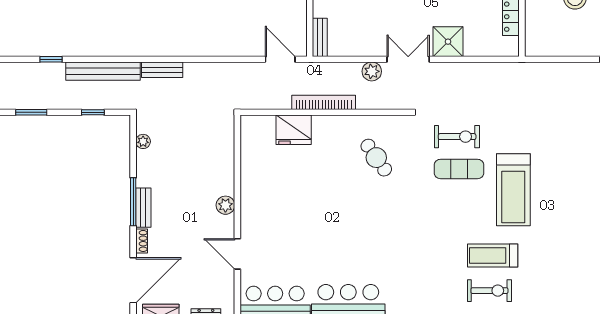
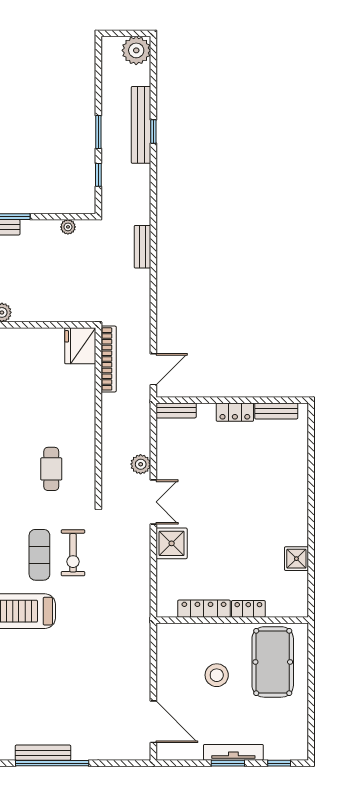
bench: (103, 71) -> (141, 125), moved
bookcase: (324, 102) -> (109, 359), moved
window: (31, 112) -> (98, 132), moved
fridge: (294, 130) -> (80, 346), moved
cafe table: (376, 158) -> (51, 469), turned -55

